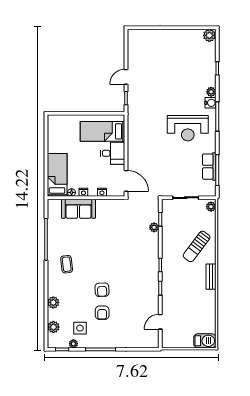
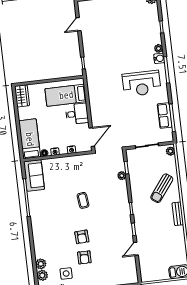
door: (126, 77) -> (79, 24), moved
wardrobe: (54, 126) -> (22, 96), added
door: (126, 181) -> (92, 137), hinge flipped
sofa: (79, 209) -> (34, 176), moved, turned -90
coffee table: (67, 264) -> (83, 200), moved
plant: (53, 302) -> (41, 264), moved
door: (160, 322) -> (136, 249), moved

